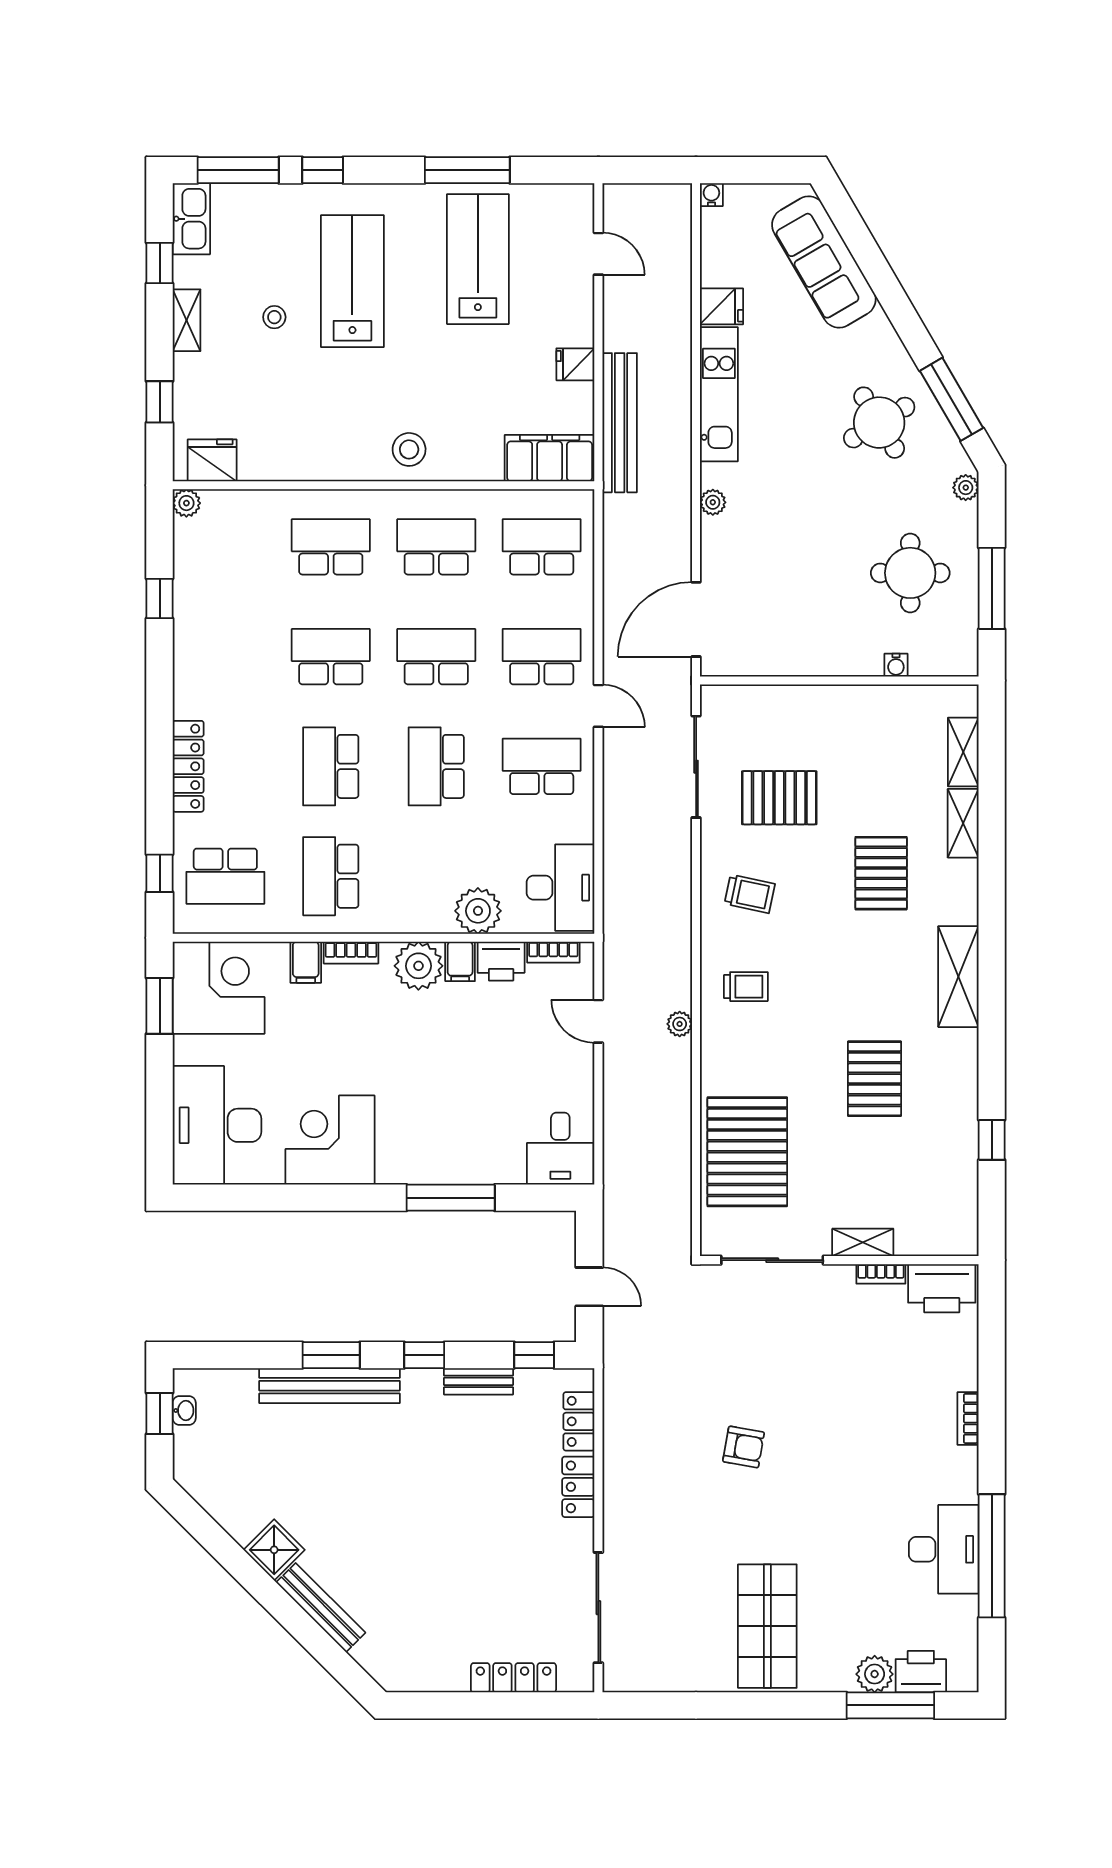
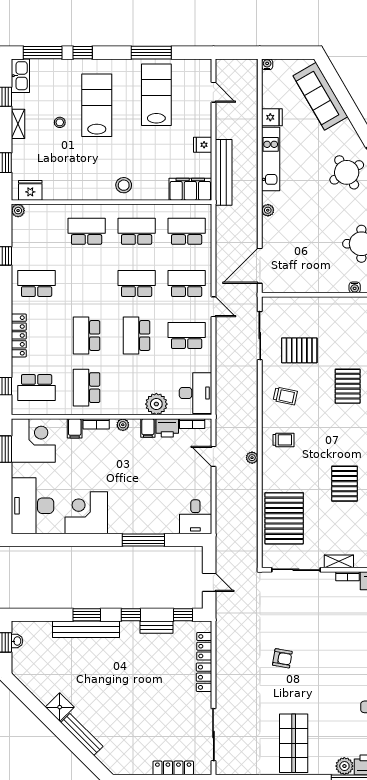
school desk: (331, 657) -> (37, 283), moved
plant: (418, 966) -> (123, 425), width x0.53, depth x0.53

